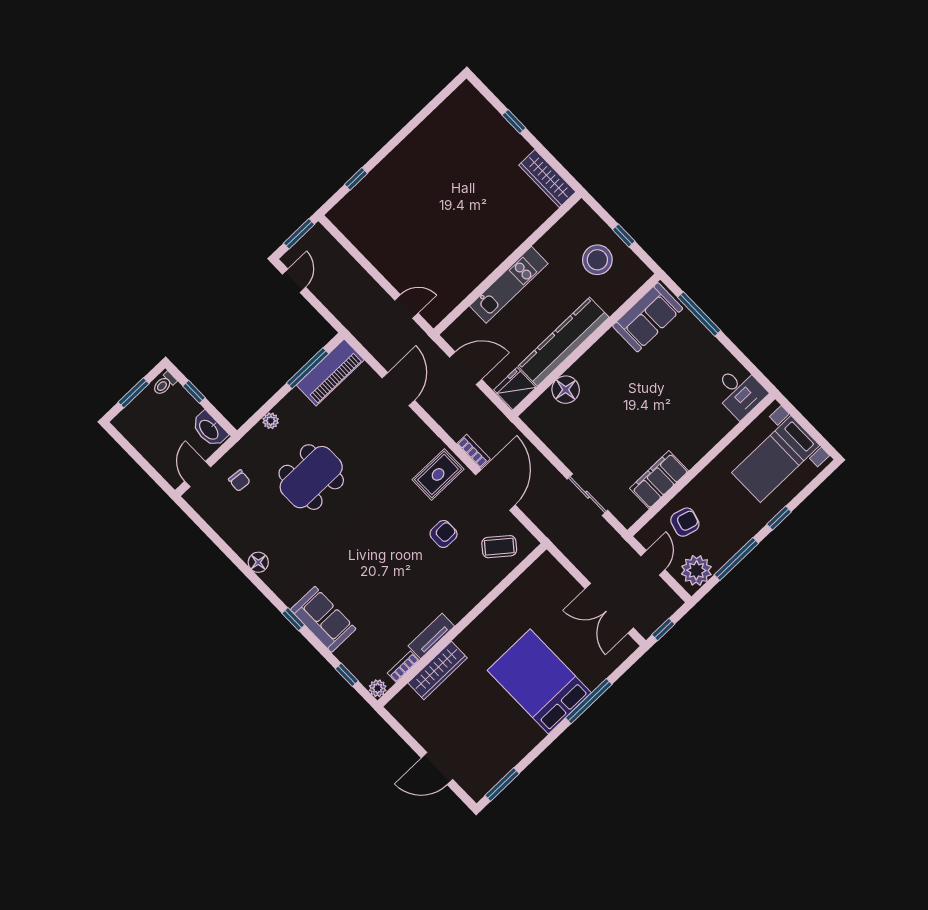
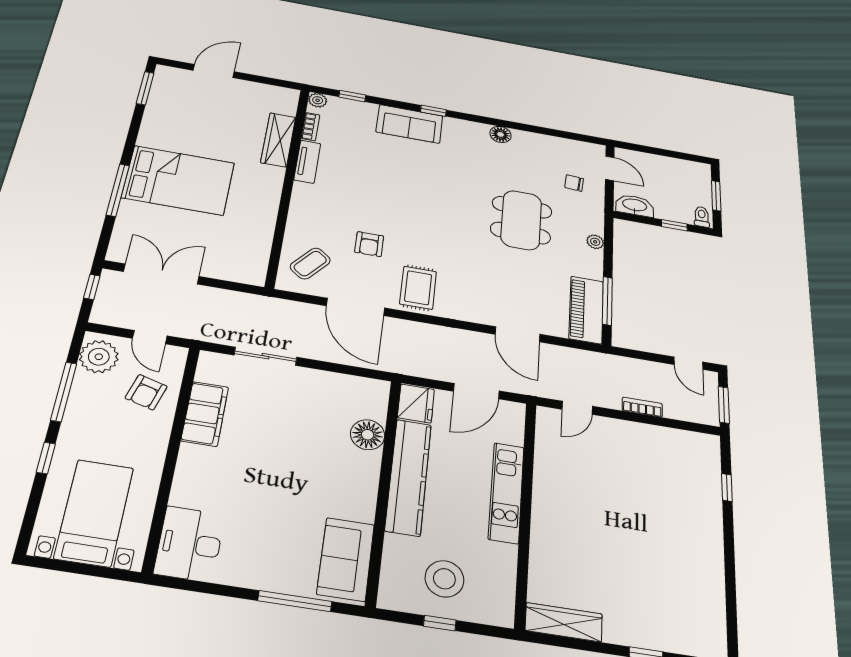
desk: (739, 391) -> (190, 544), width x1.37
bookcase: (473, 451) -> (642, 407), moved, turned 180

